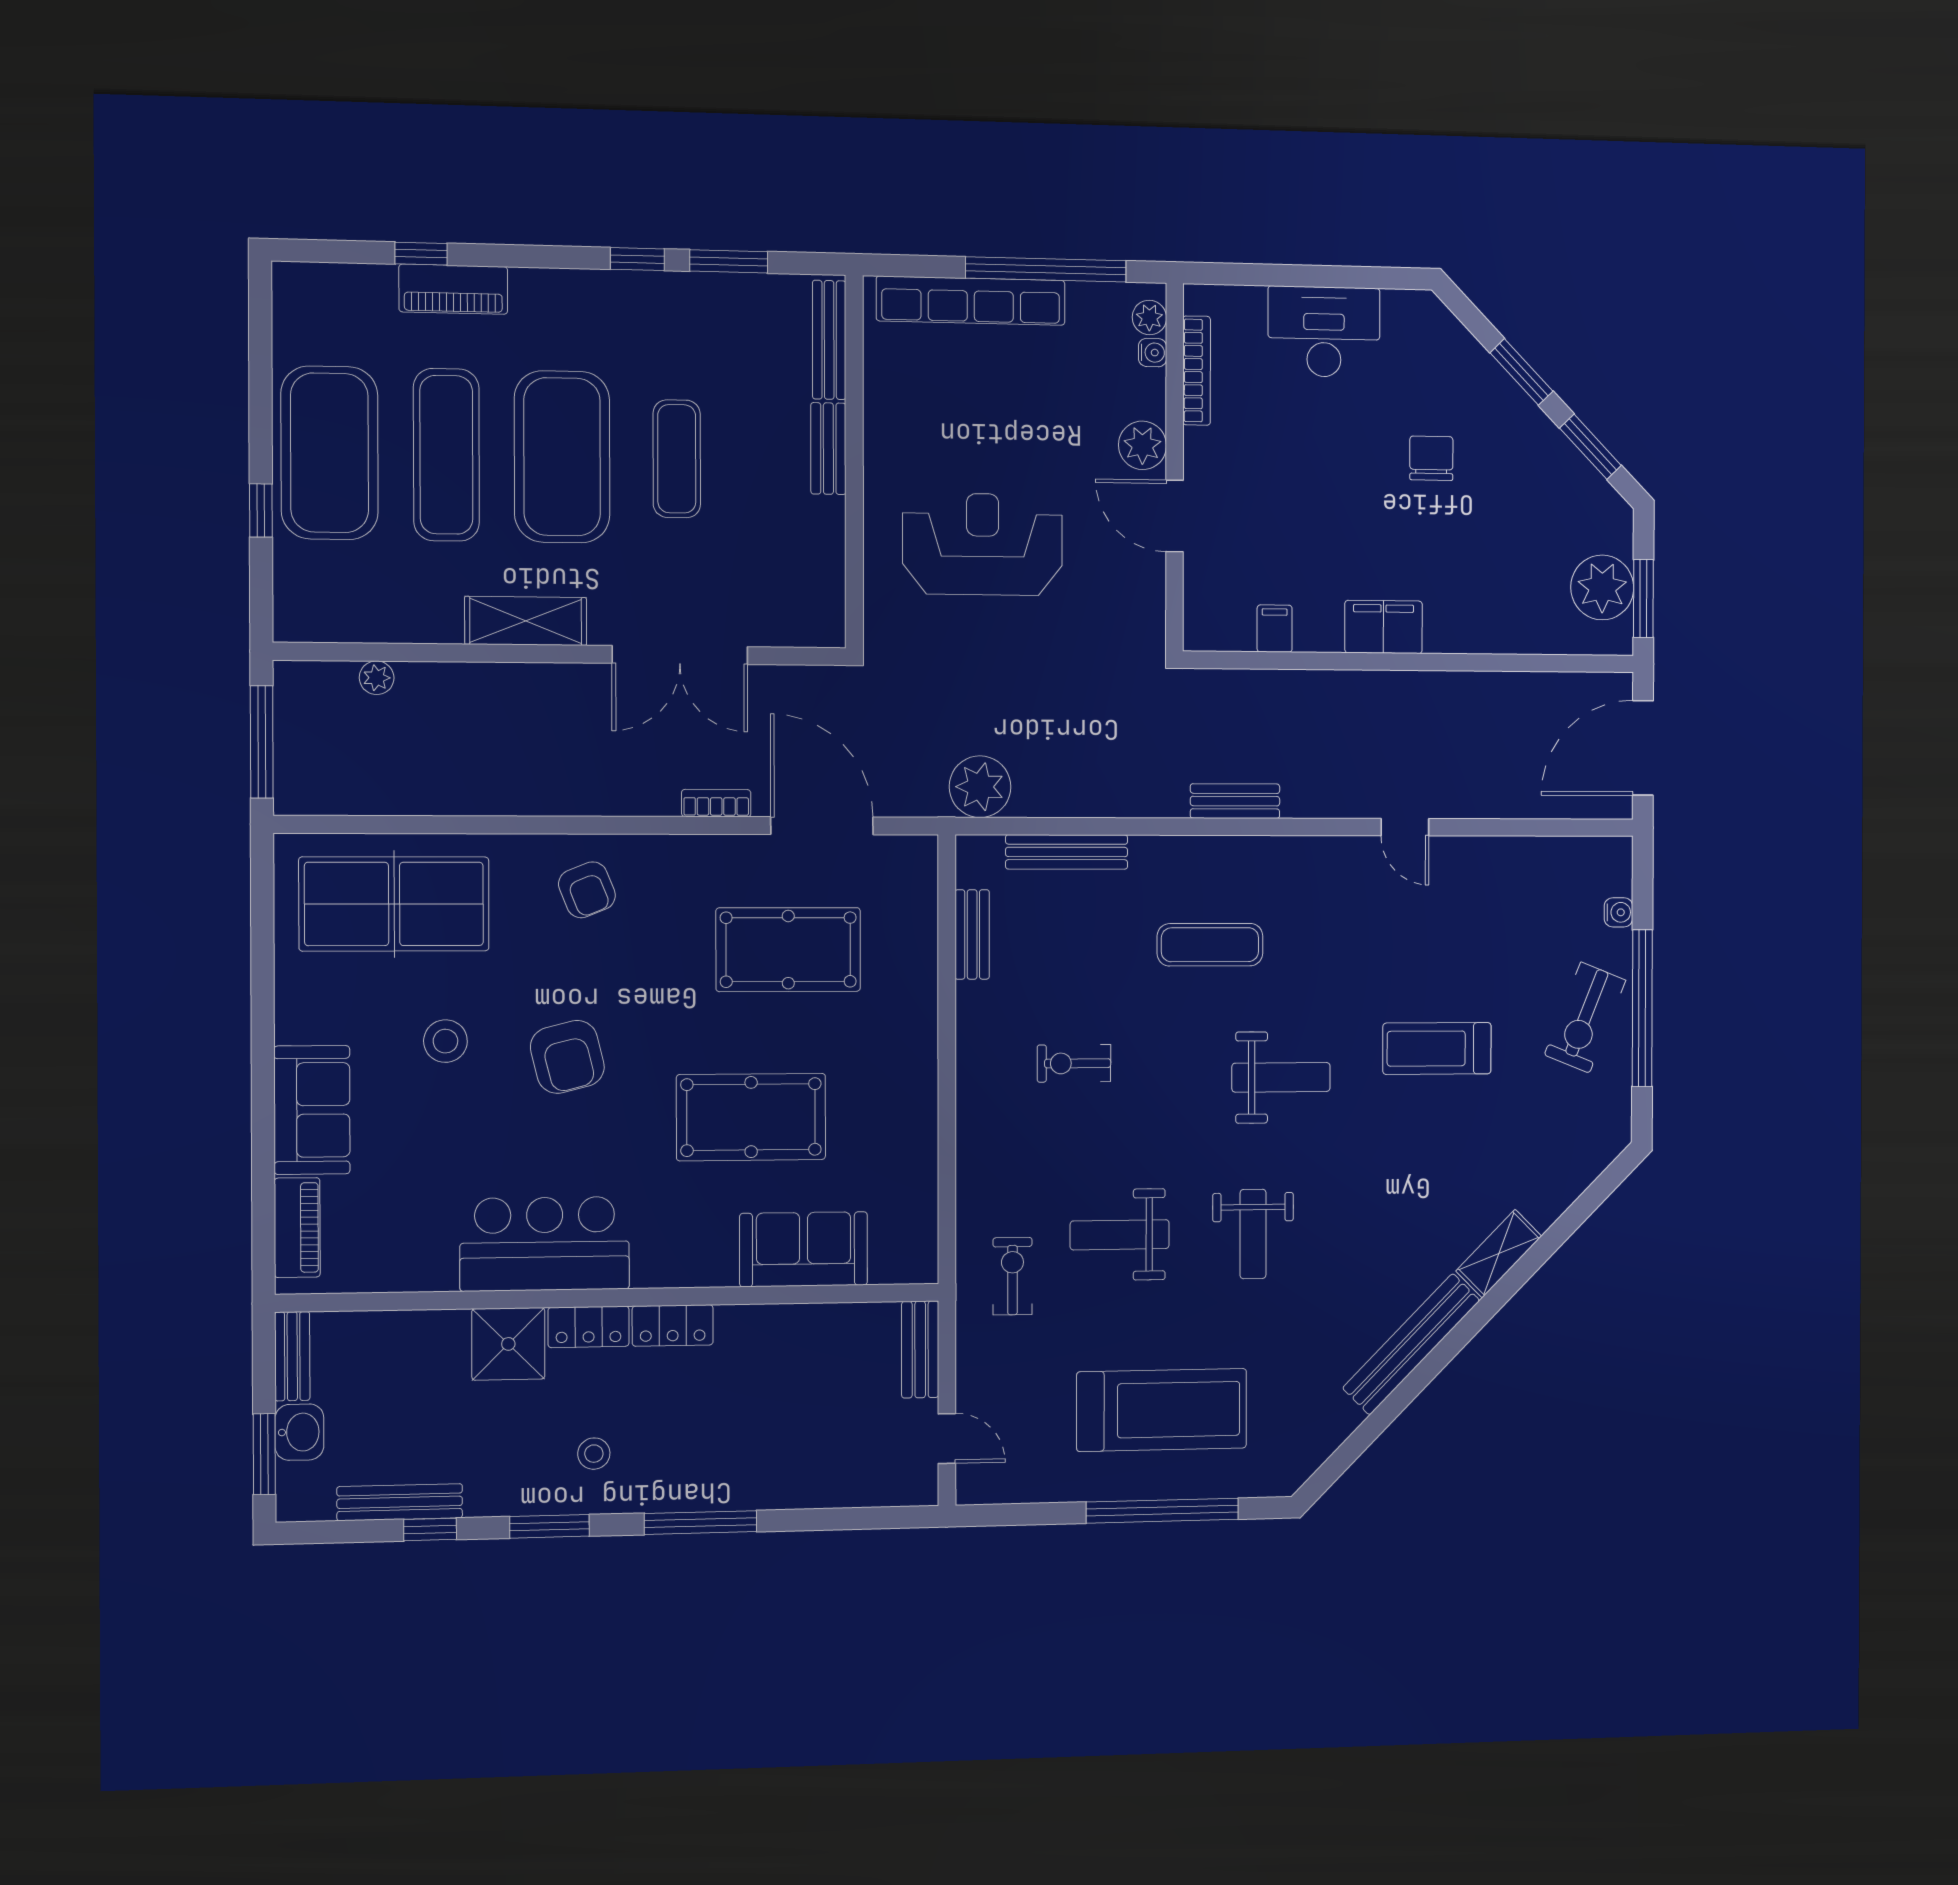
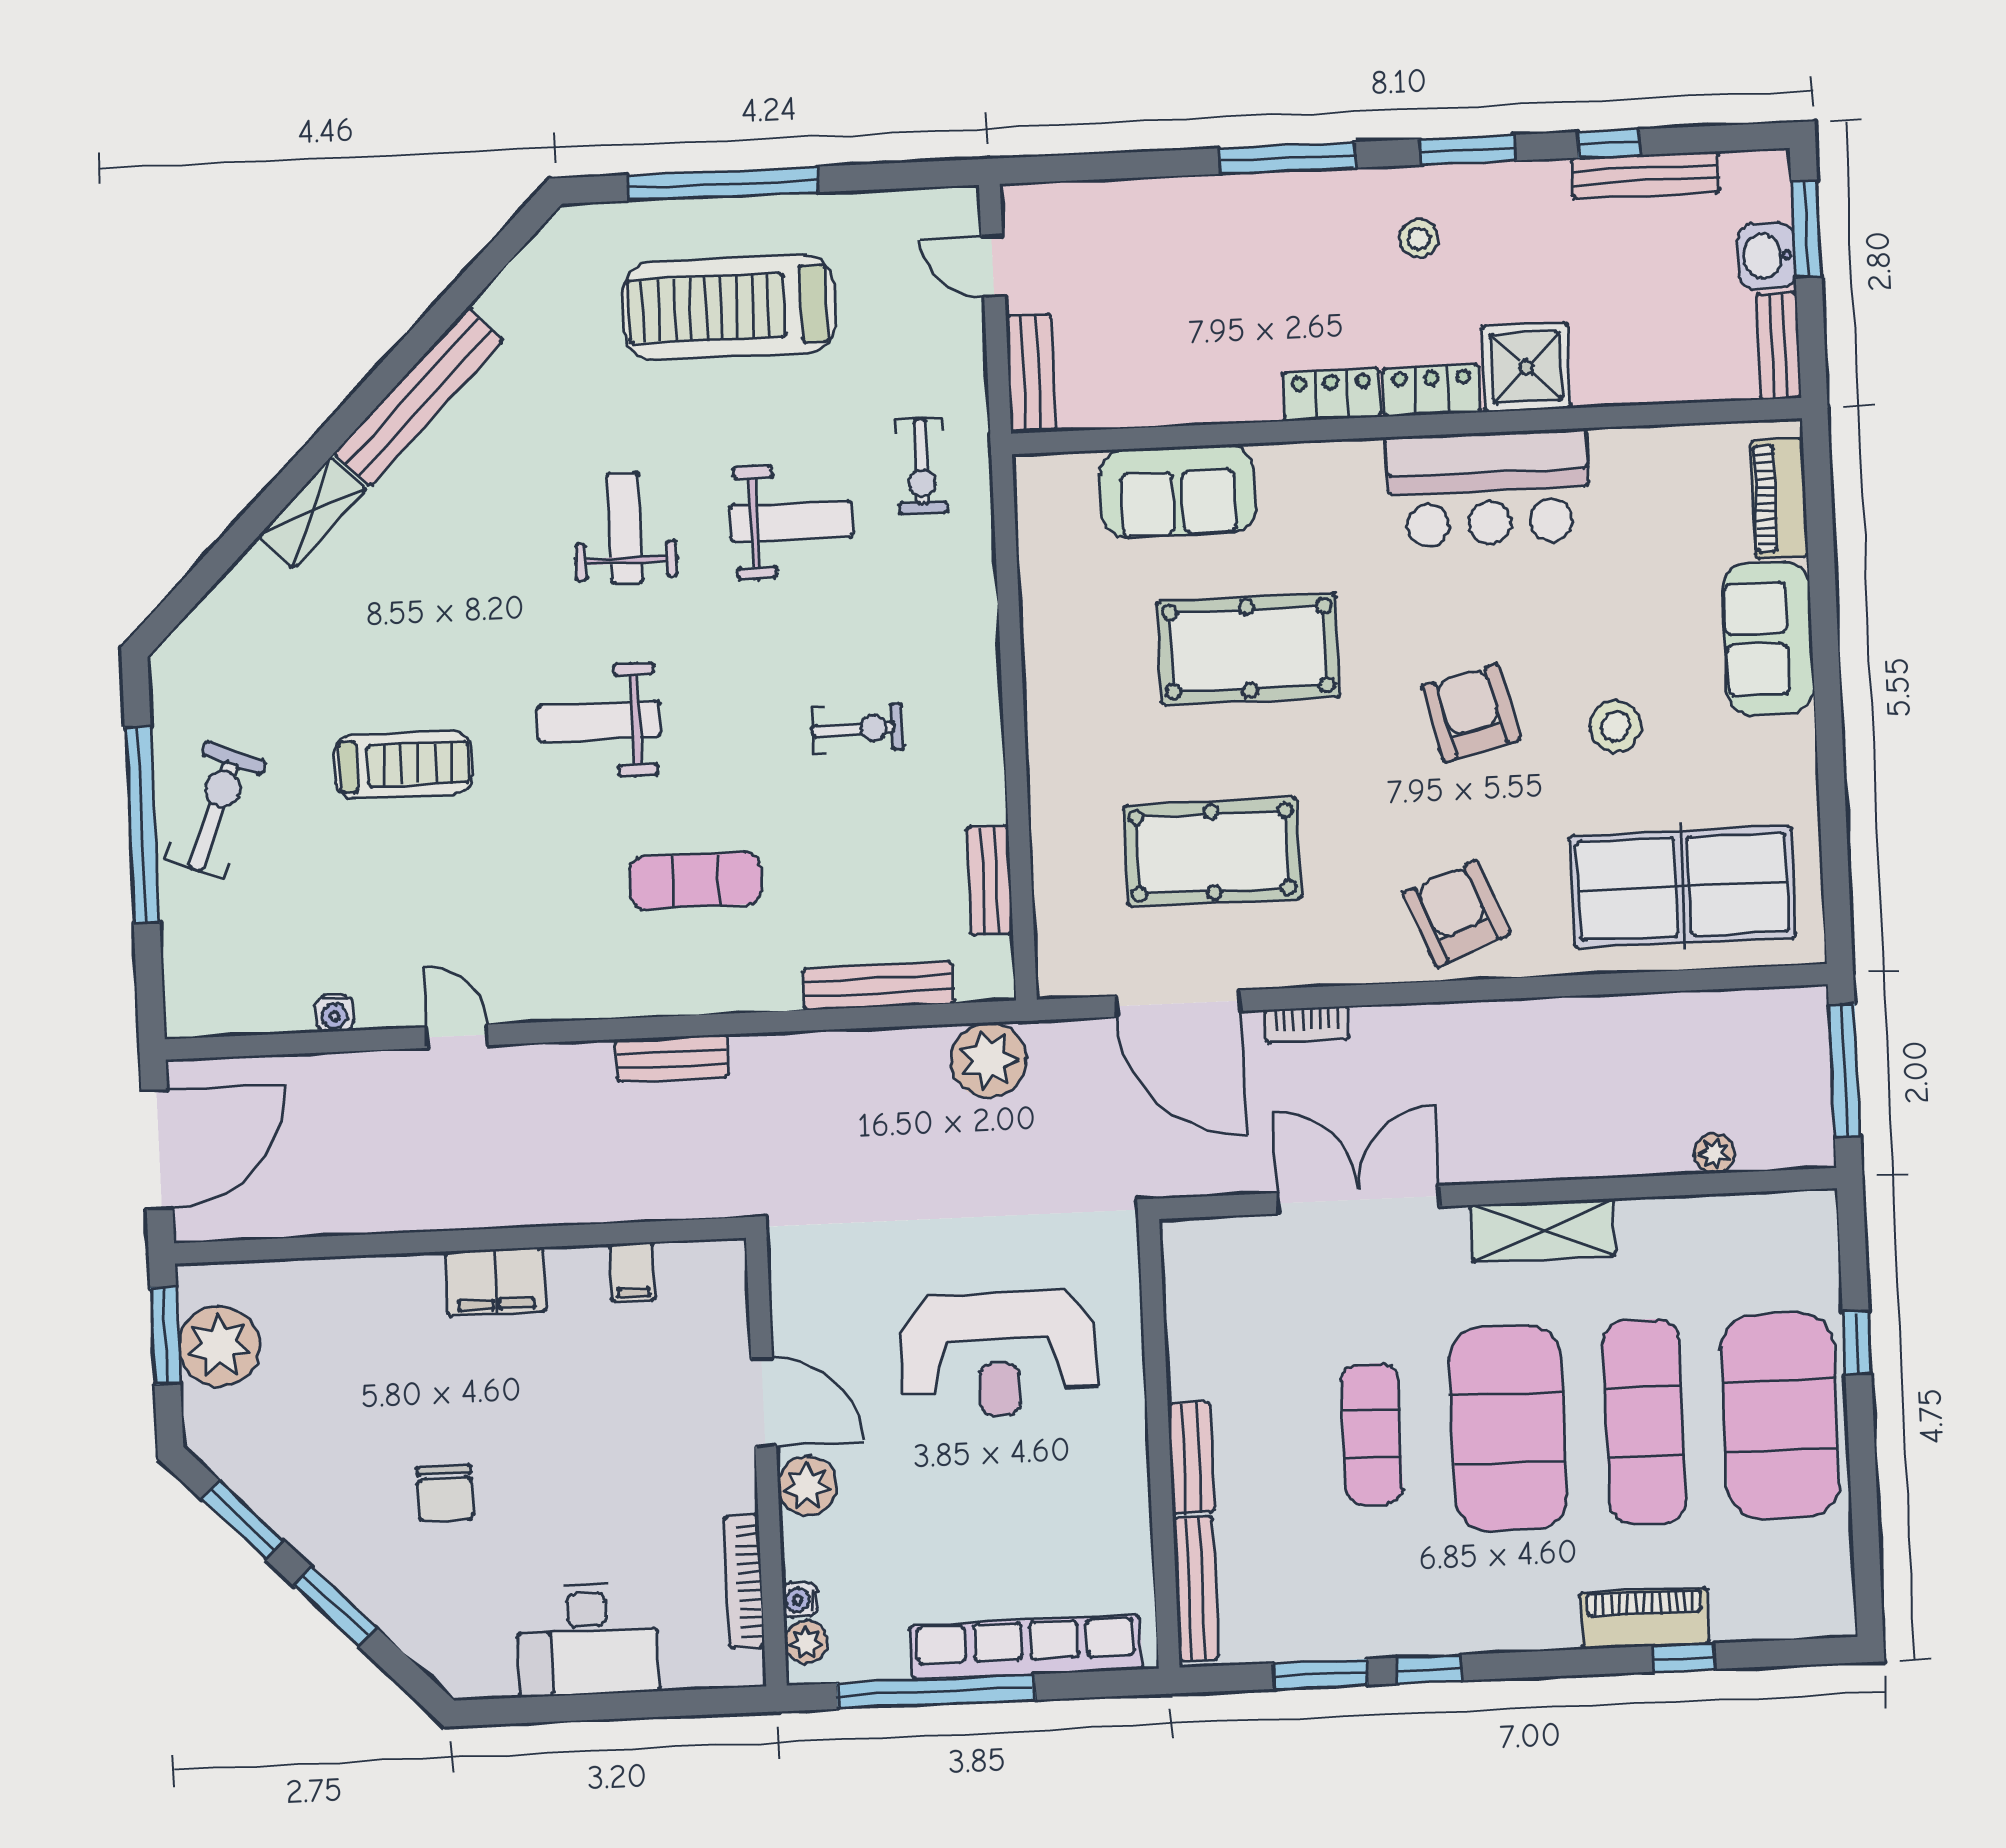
armchair: (587, 890) -> (1456, 914), width x1.38, depth x1.38
water cooler: (1618, 912) -> (335, 1013), moved, turned -90

